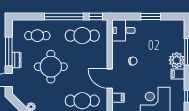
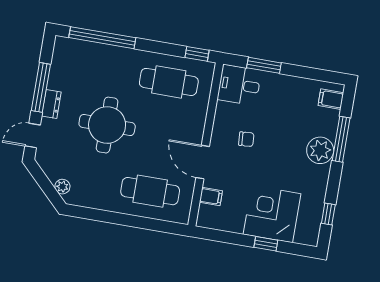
window: (64, 17) -> (102, 38), moved
window: (151, 17) -> (264, 65), moved
cafe table: (37, 36) -> (93, 69), removed
filing cabinet: (178, 74) -> (331, 99), moved

